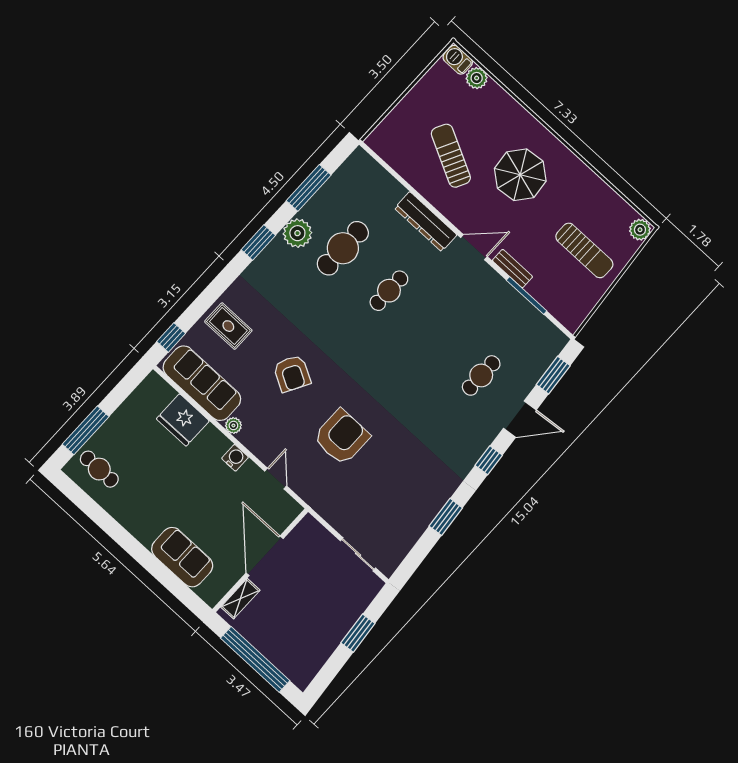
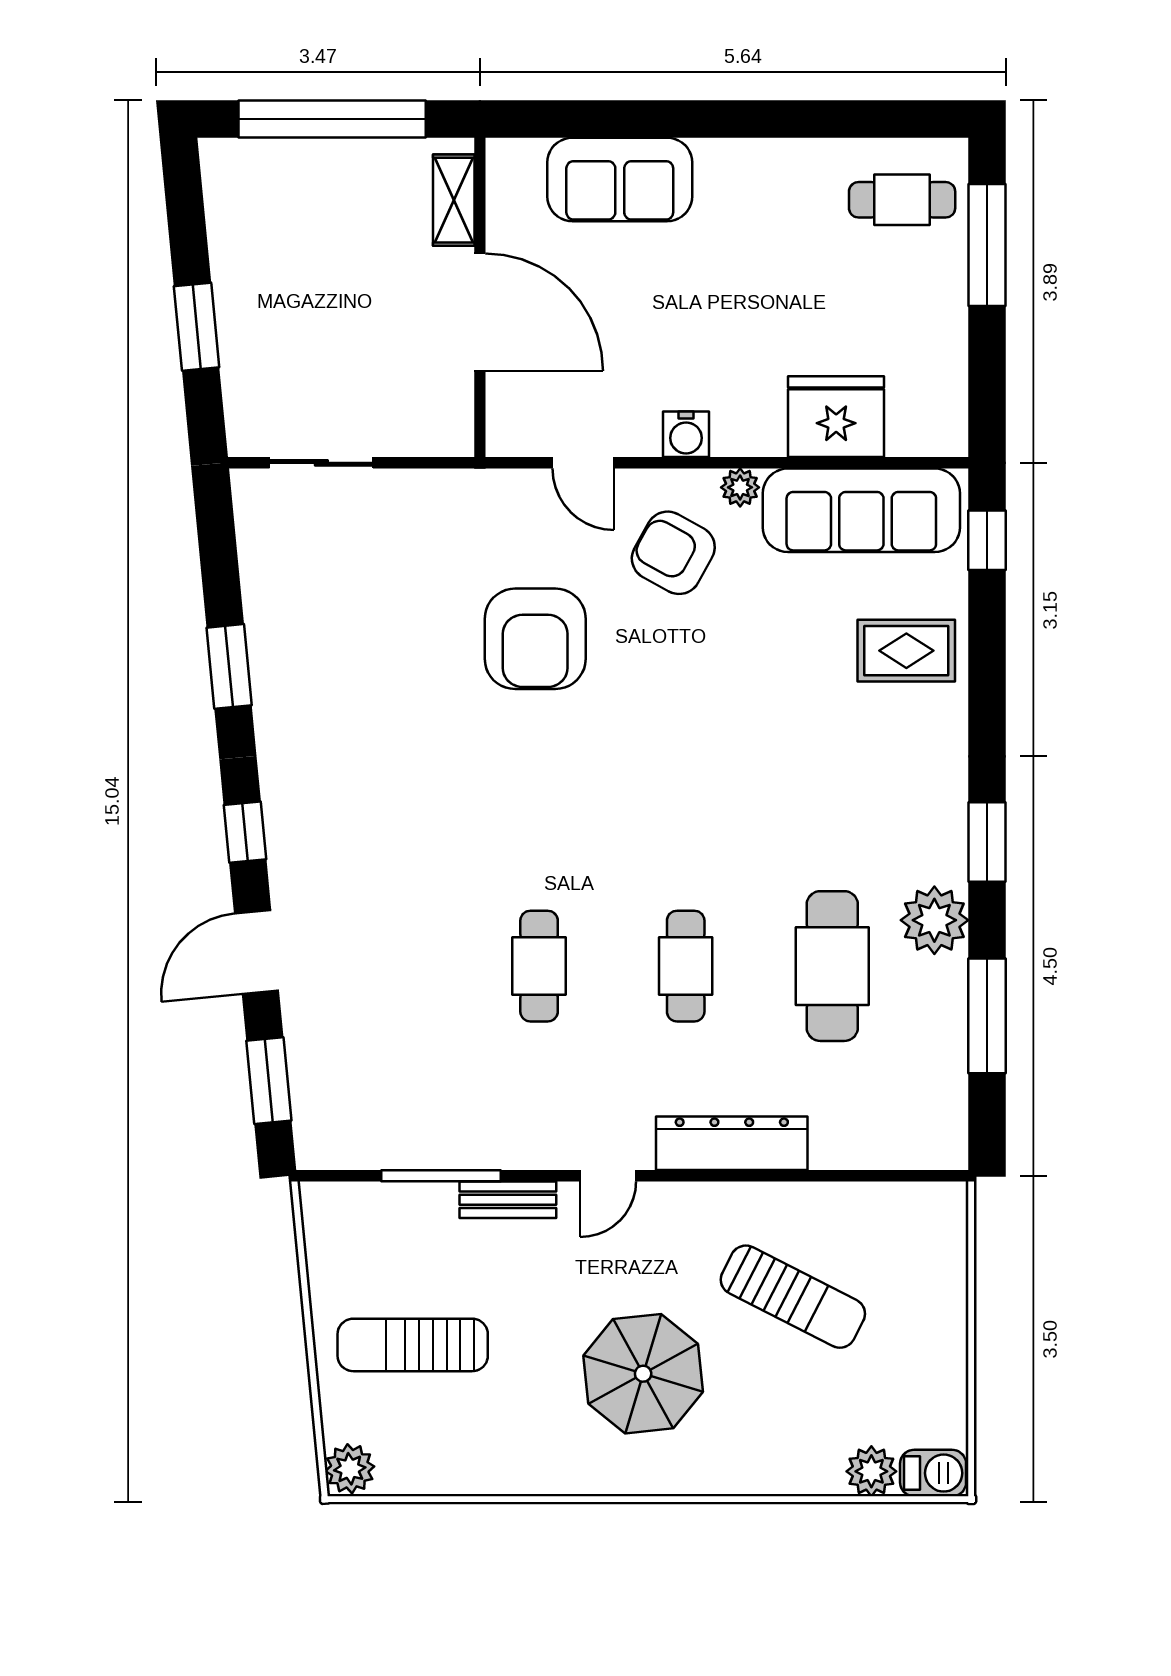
door: (474, 247) -> (608, 1176), width x0.73
armchair: (292, 374) -> (673, 553), moved
cafe table: (481, 375) -> (539, 966), moved

